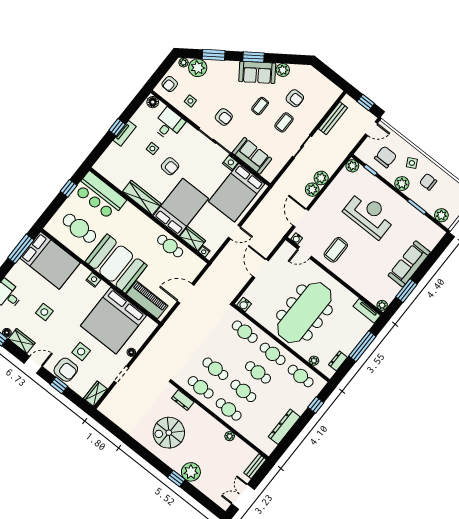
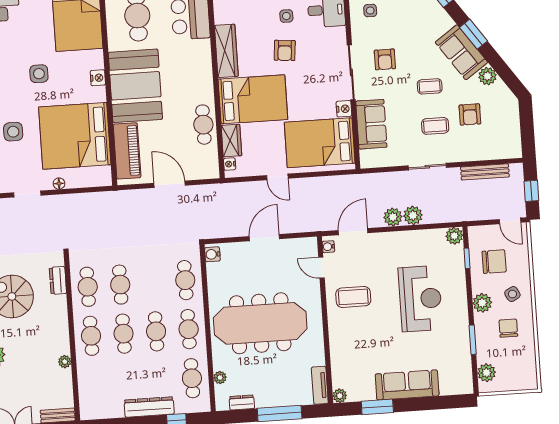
side table: (44, 312) -> (39, 74), moved
dresser: (284, 427) -> (149, 407), moved

